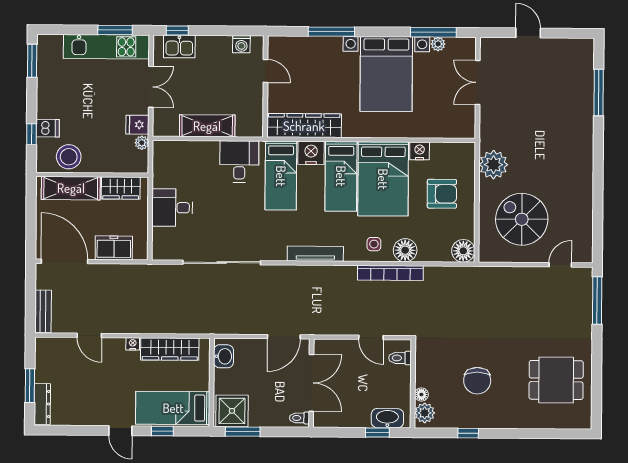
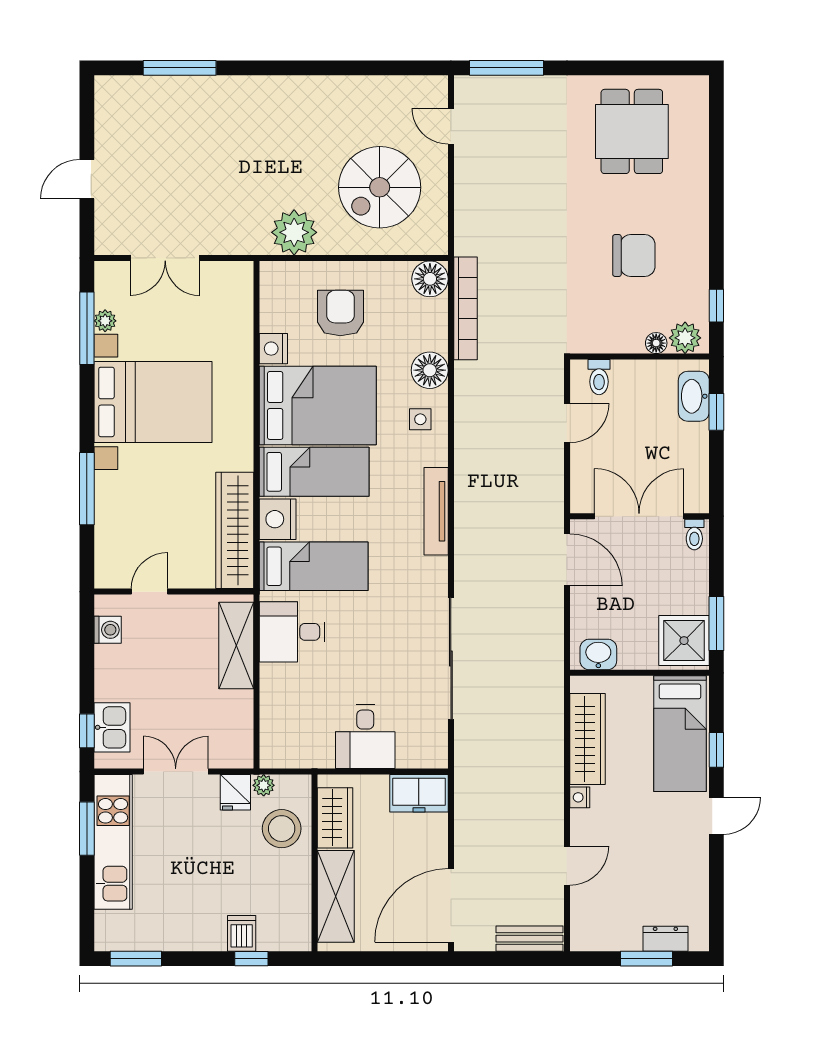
shelving: (207, 126) -> (236, 646), moved
stool: (69, 157) -> (282, 829), moved
freezer: (114, 248) -> (419, 793), moved, turned -90
bookcase: (390, 273) -> (466, 308), moved
dresser: (42, 404) -> (665, 939), width x0.70
window: (468, 433) -> (716, 306), moved

